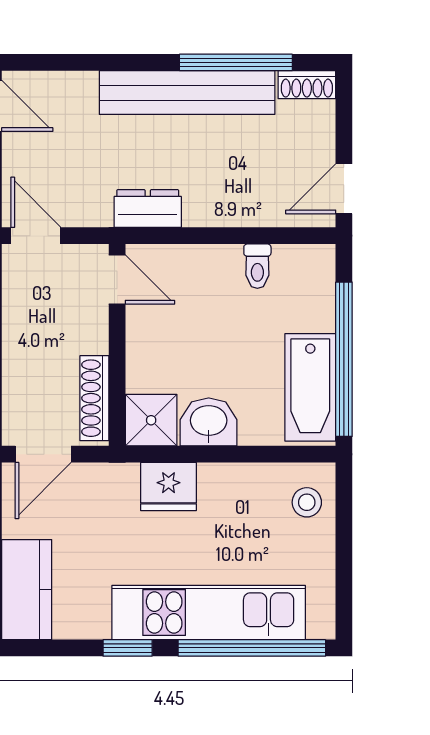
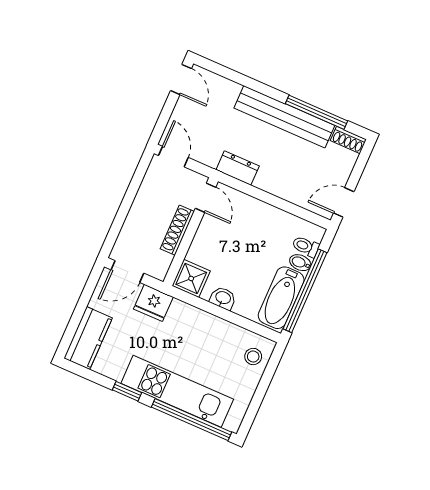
toilet: (257, 266) -> (306, 246), moved, turned 90
bidet: (316, 317) -> (300, 263), added
shoe rack: (94, 398) -> (177, 230), moved
washbasin: (209, 422) -> (223, 298), width x0.72, depth x0.69
fridge: (169, 487) -> (153, 303), moved

